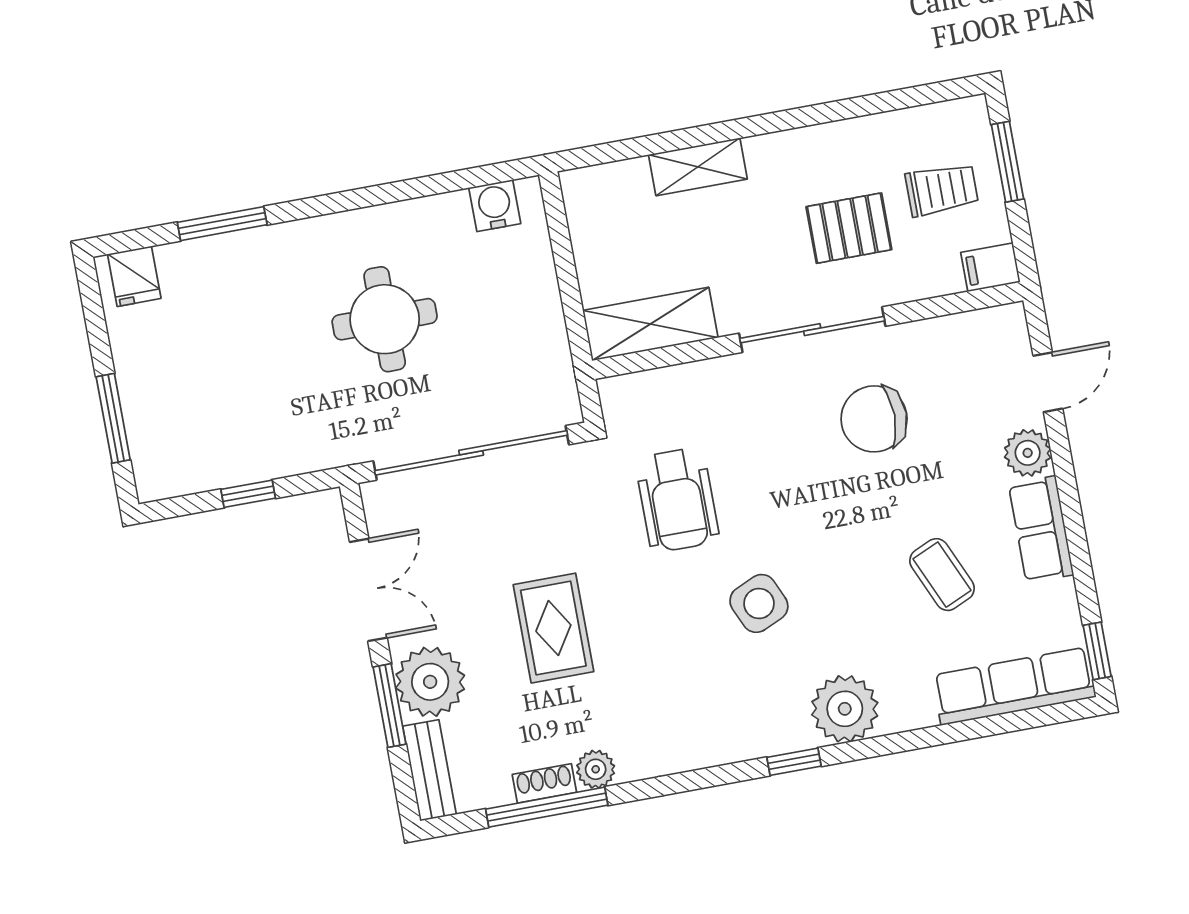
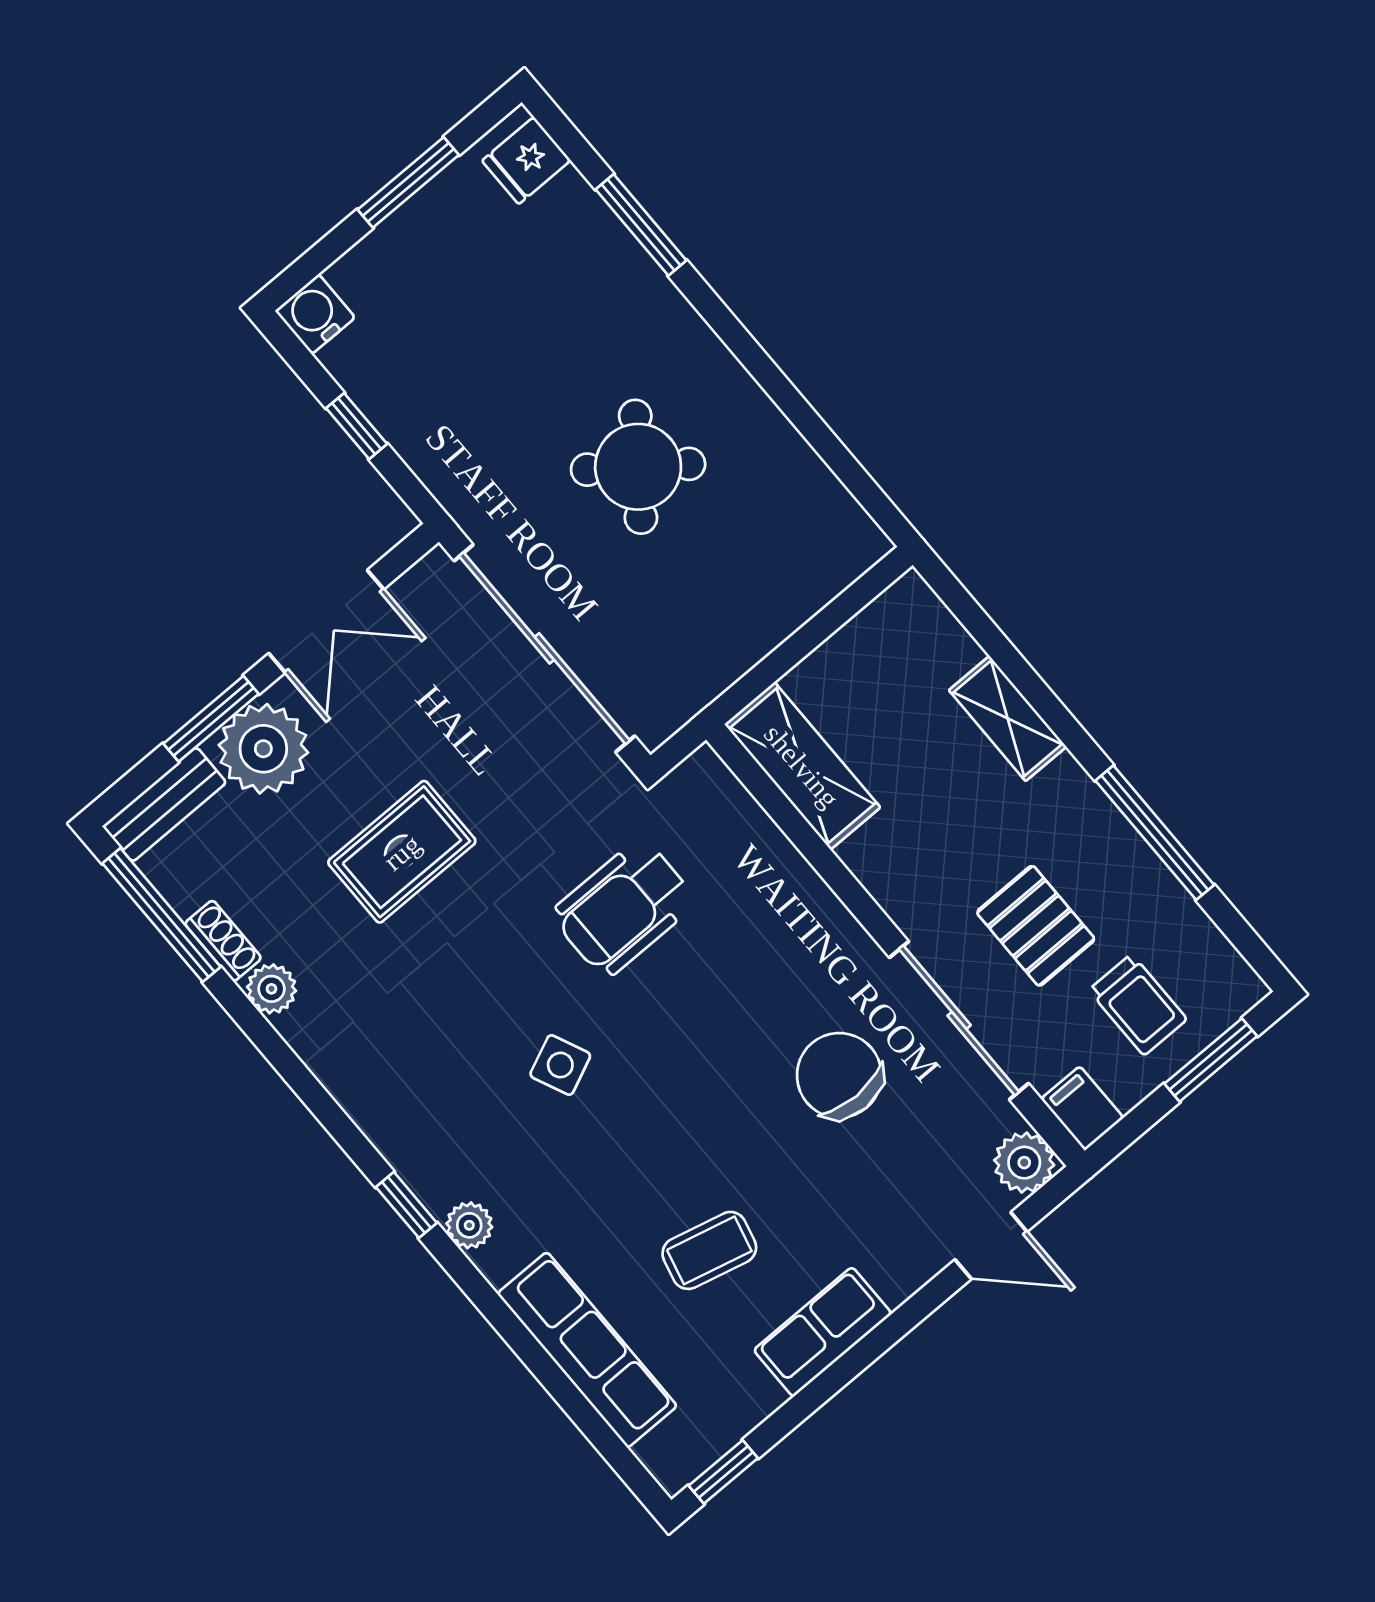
window: (832, 112) -> (1155, 833), added
water cooler: (495, 206) -> (315, 314), moved, turned -90
round table: (385, 319) -> (638, 467), turned 37
sliding door: (812, 330) -> (959, 1020), moved
window: (113, 418) -> (408, 182), moved
plant: (1028, 453) -> (1024, 1163), moved
coffee table: (942, 575) -> (709, 1250), turned 38
side table: (759, 603) -> (560, 1065), width x0.73, depth x0.73
row of seats: (1014, 686) -> (587, 1350), moved
plant: (845, 709) -> (469, 1225), width x0.53, depth x0.53
window: (547, 807) -> (161, 915), moved

